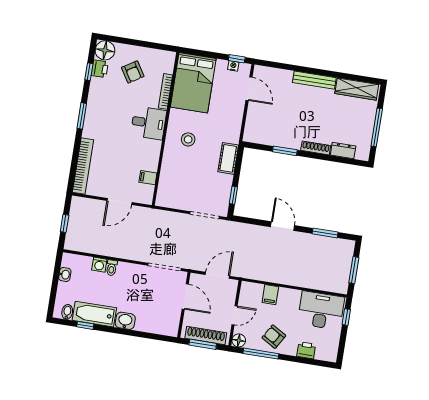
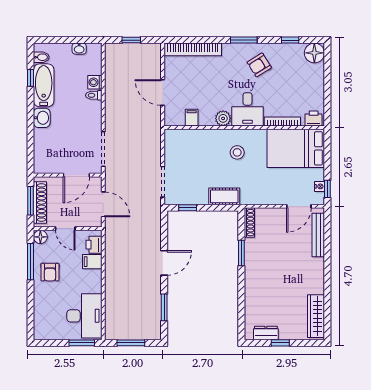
printer: (100, 69) -> (314, 118), moved, turned 180
armchair: (133, 72) -> (259, 65), moved
bench: (314, 80) -> (318, 235), moved
window: (377, 127) -> (280, 343), width x0.46
plant: (153, 148) -> (223, 118), added
shoe rack: (316, 148) -> (249, 223), moved
dresser: (343, 150) -> (266, 333), moved, turned -90
window: (346, 317) -> (82, 343), width x1.50
armchair: (274, 337) -> (50, 272), turned 149
printer: (306, 350) -> (94, 245), moved, turned 180

